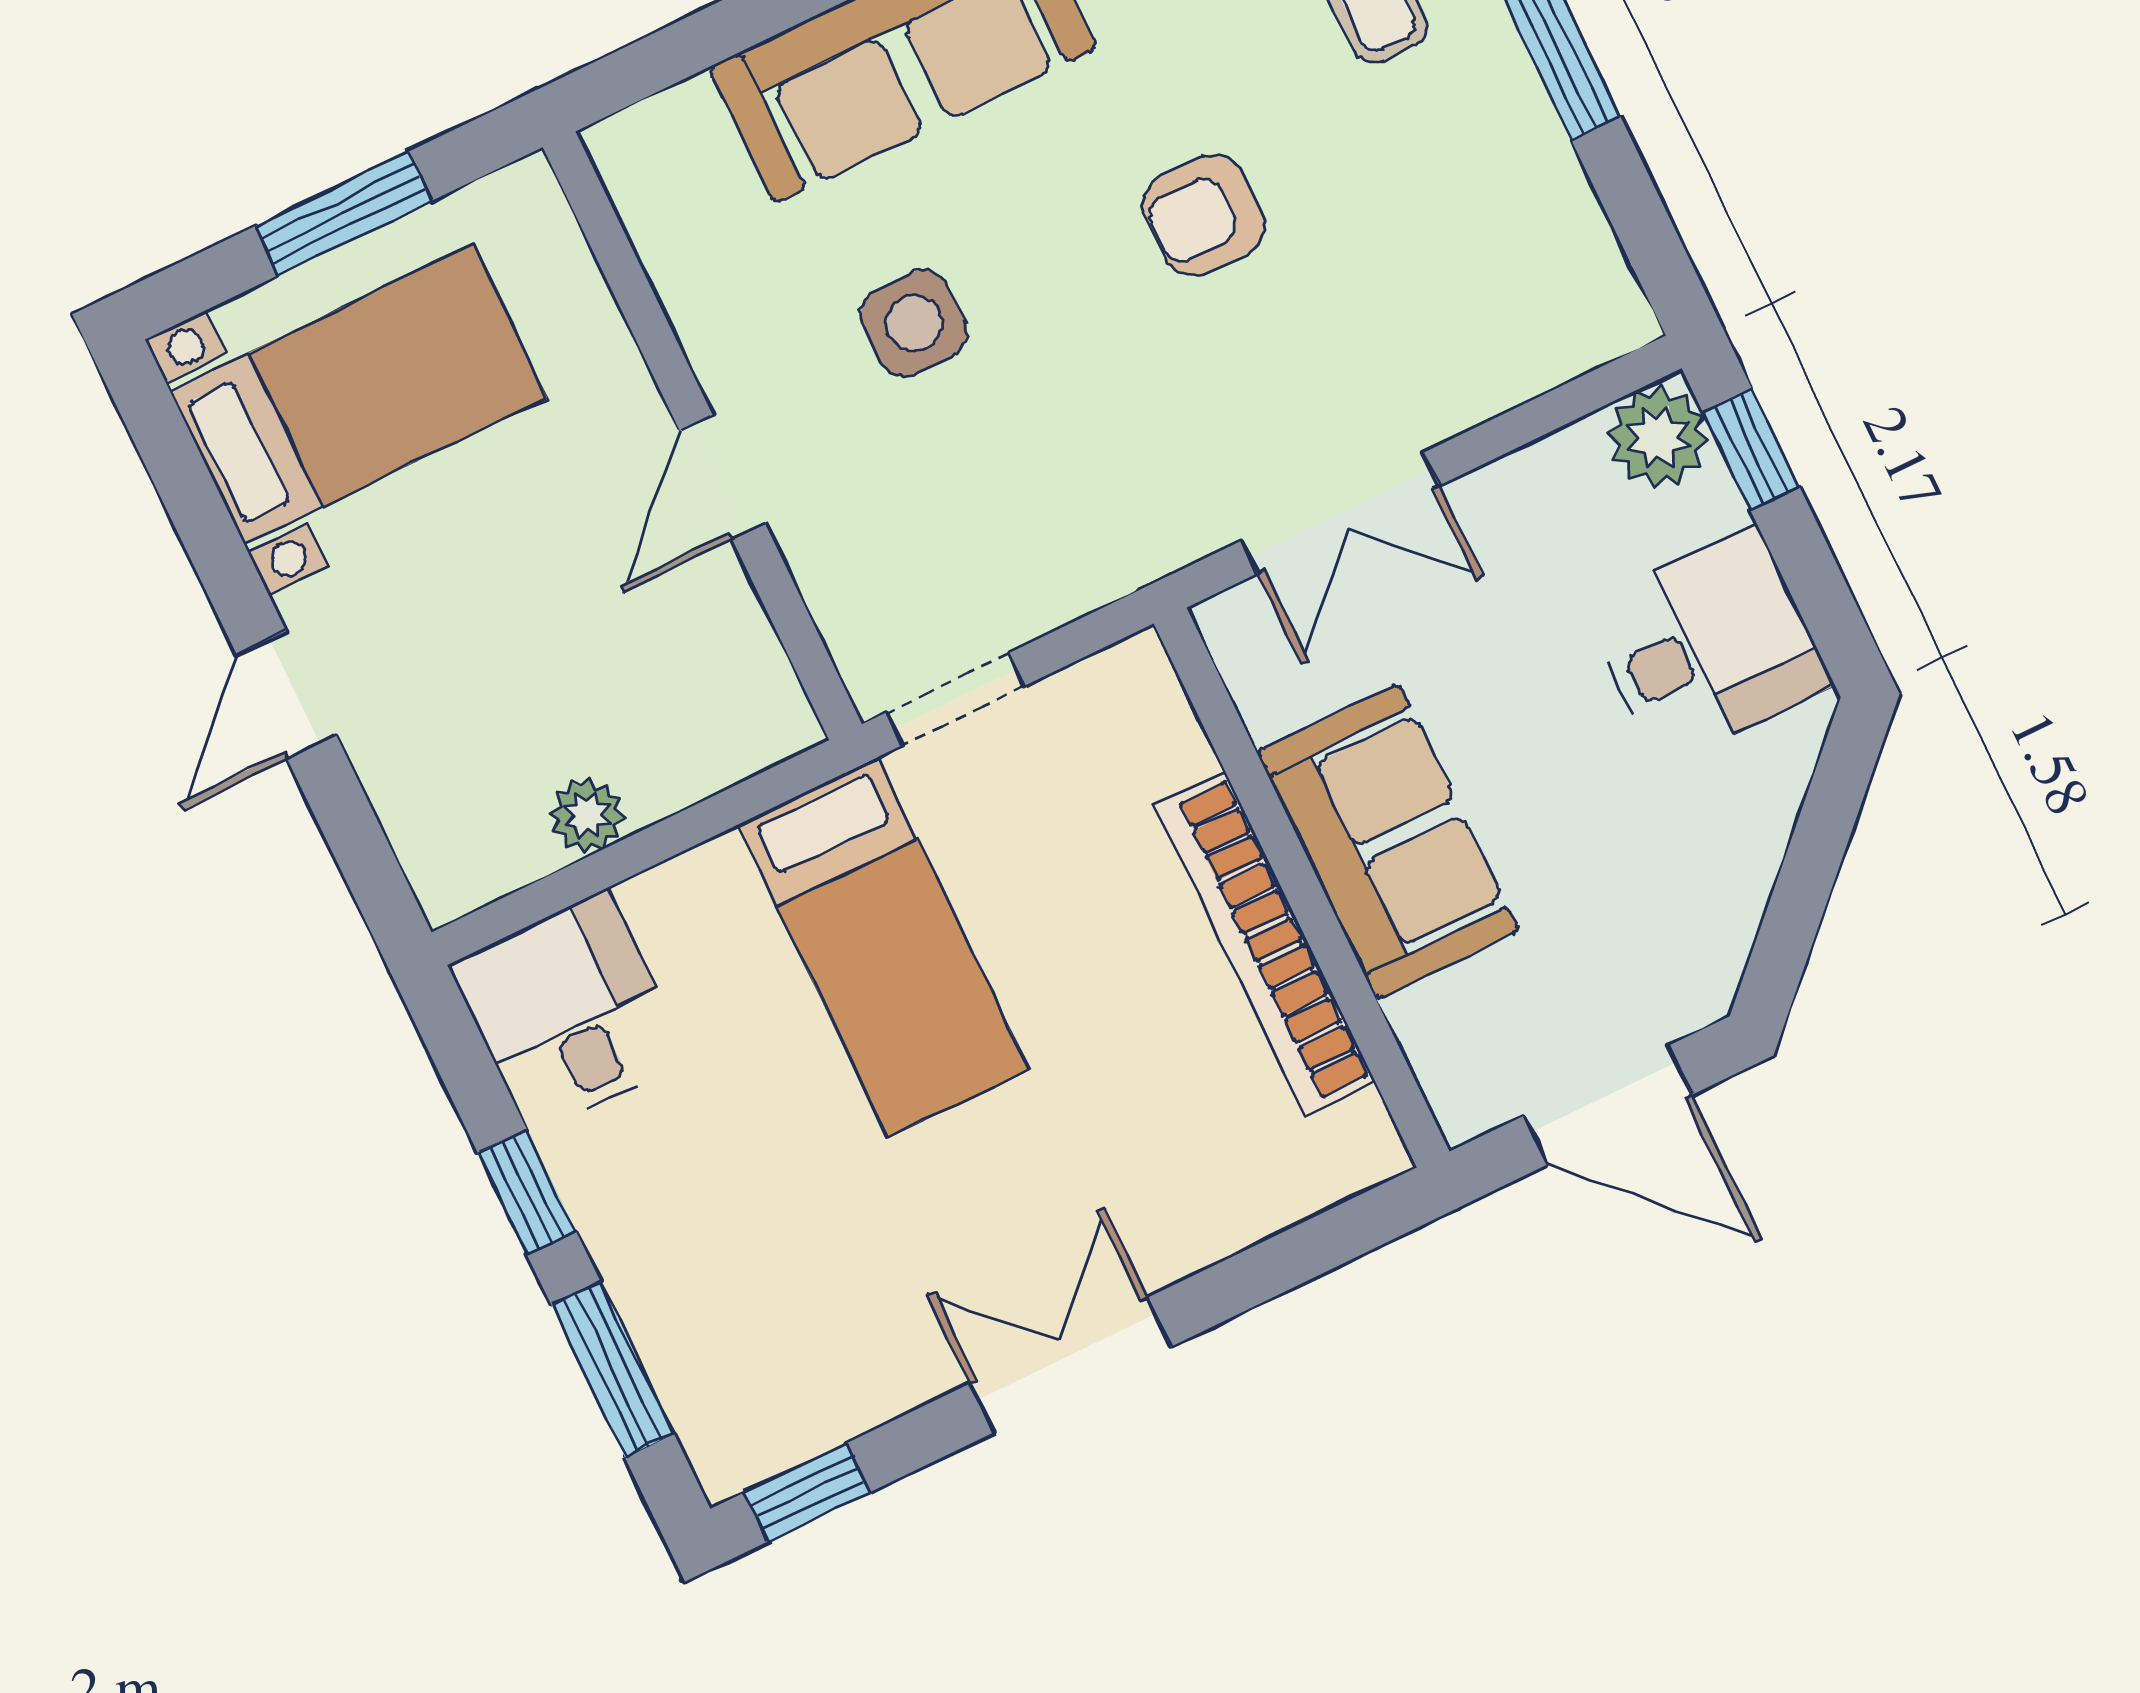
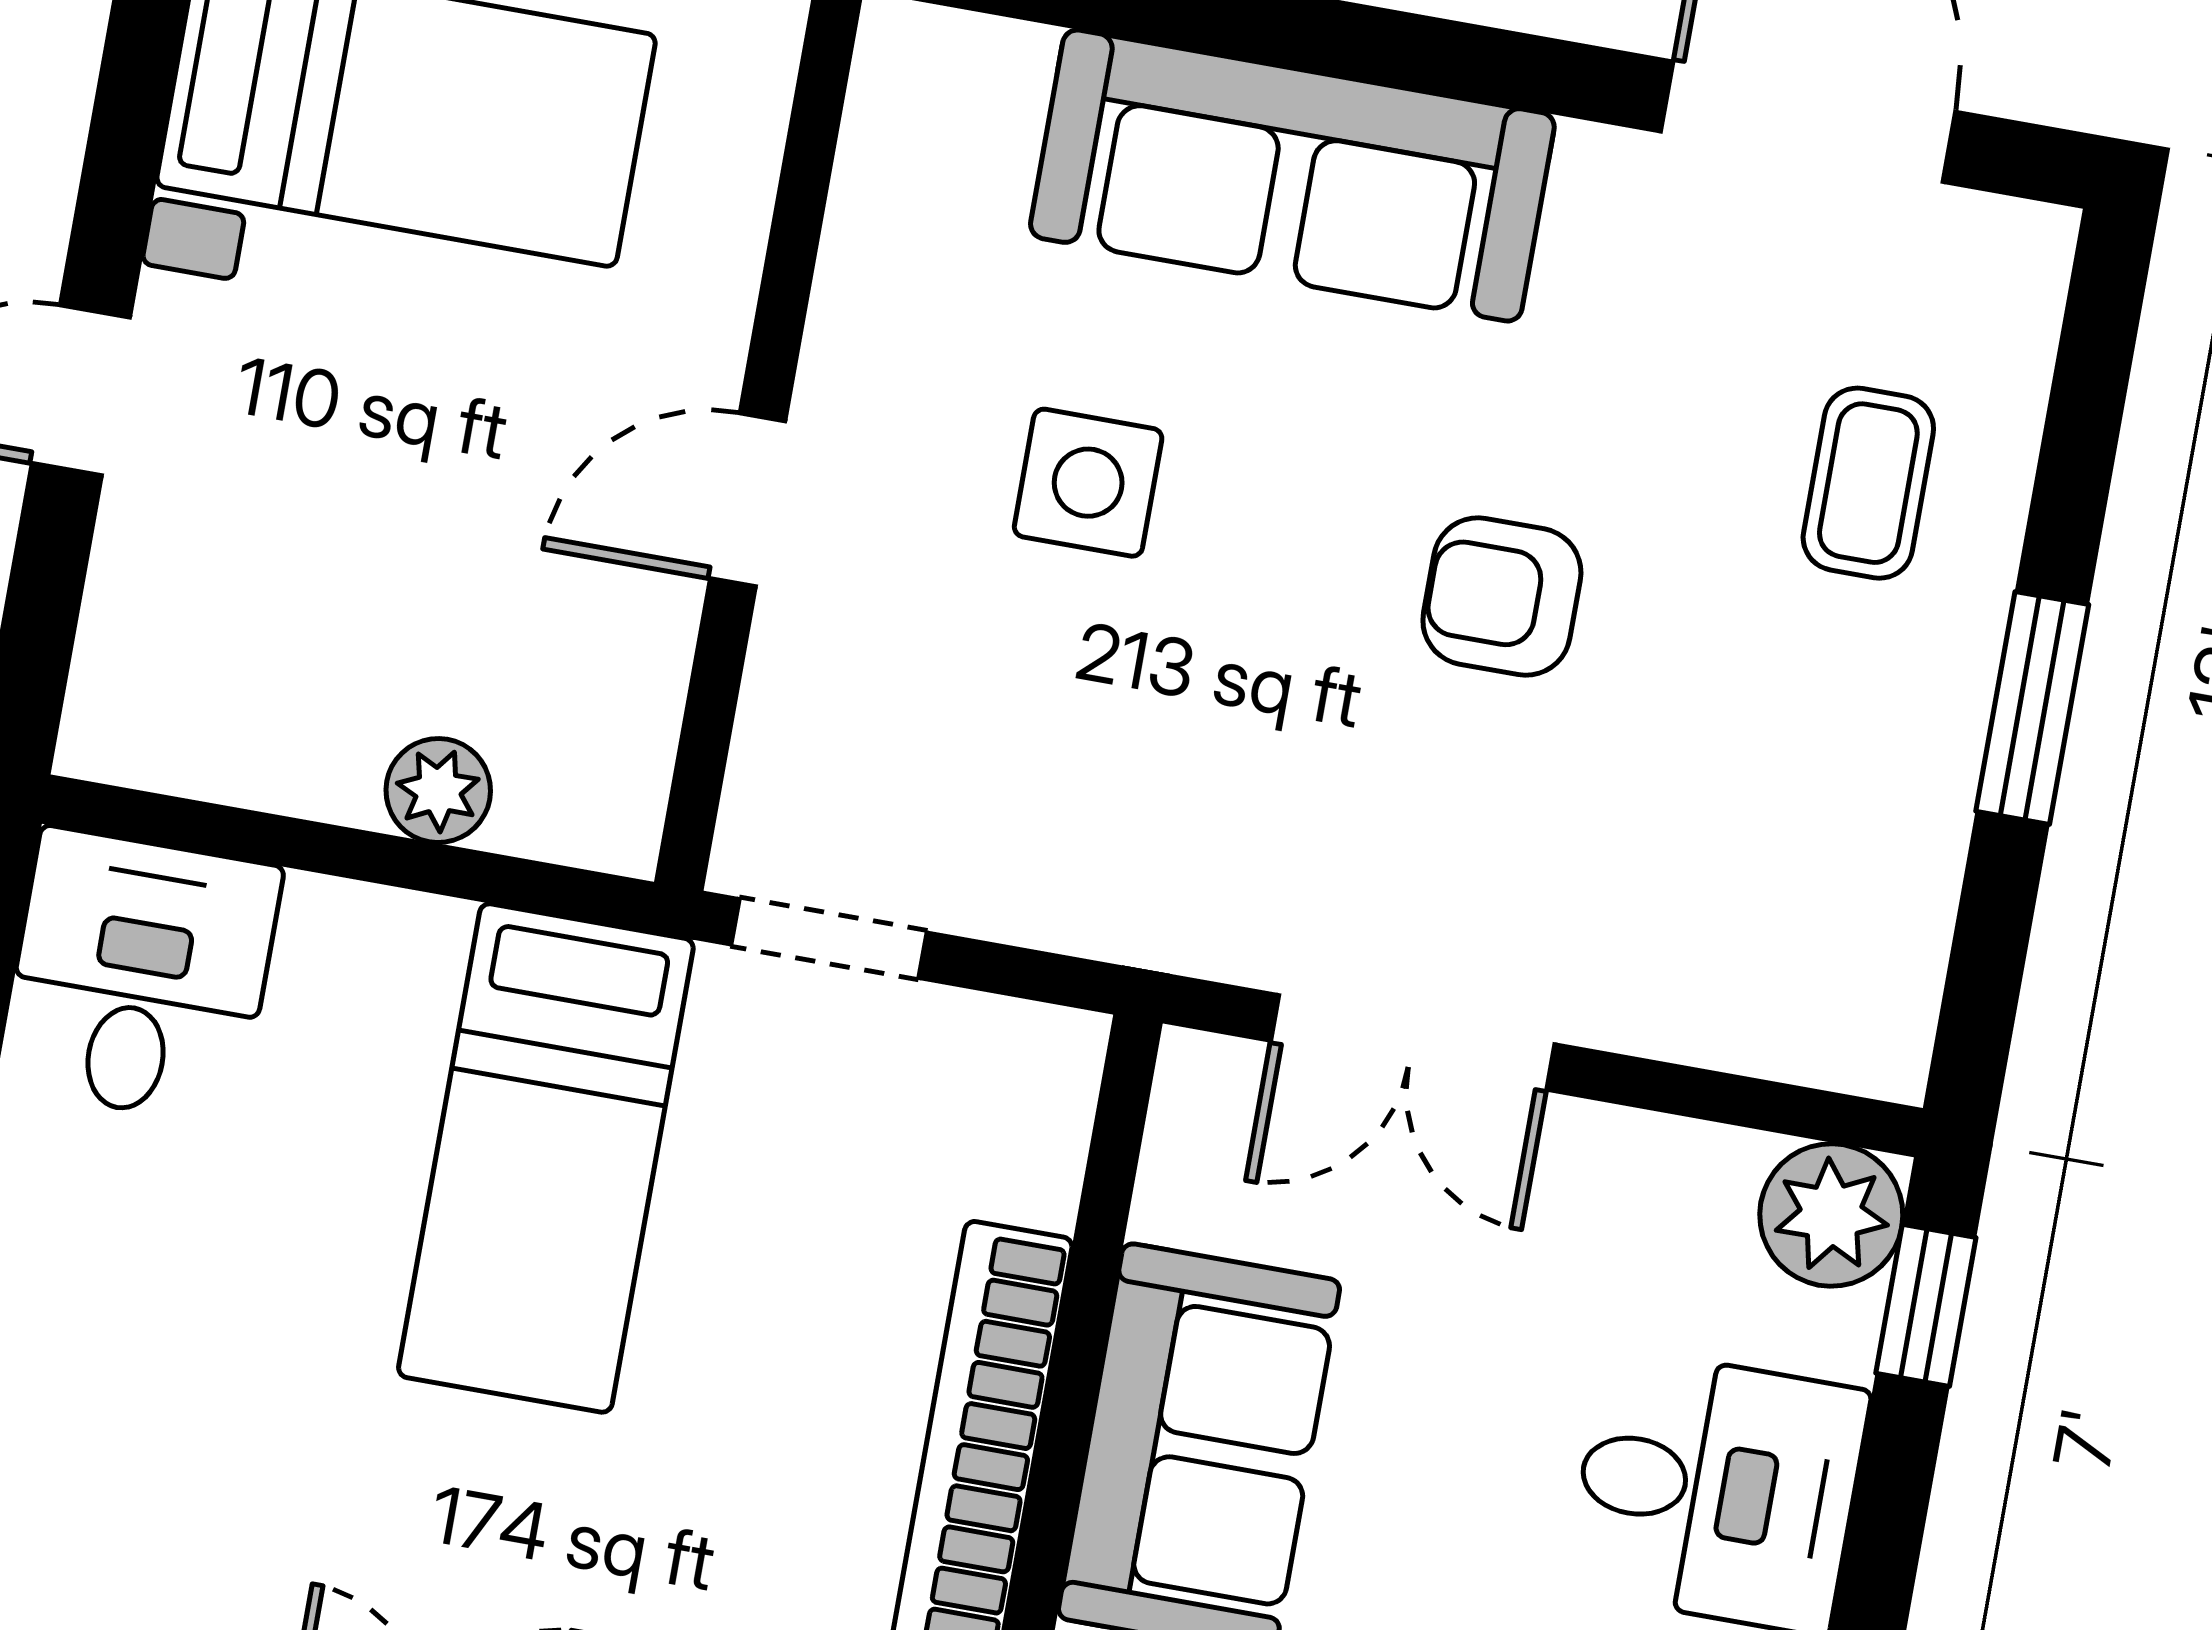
plant: (587, 815) -> (438, 790), moved

